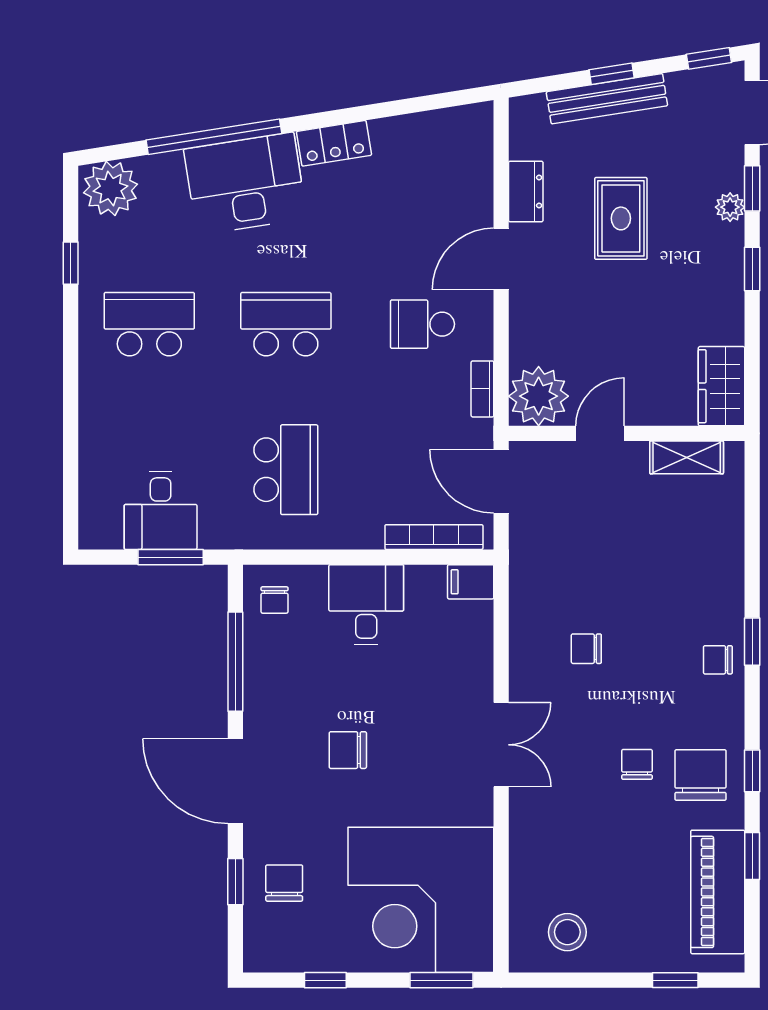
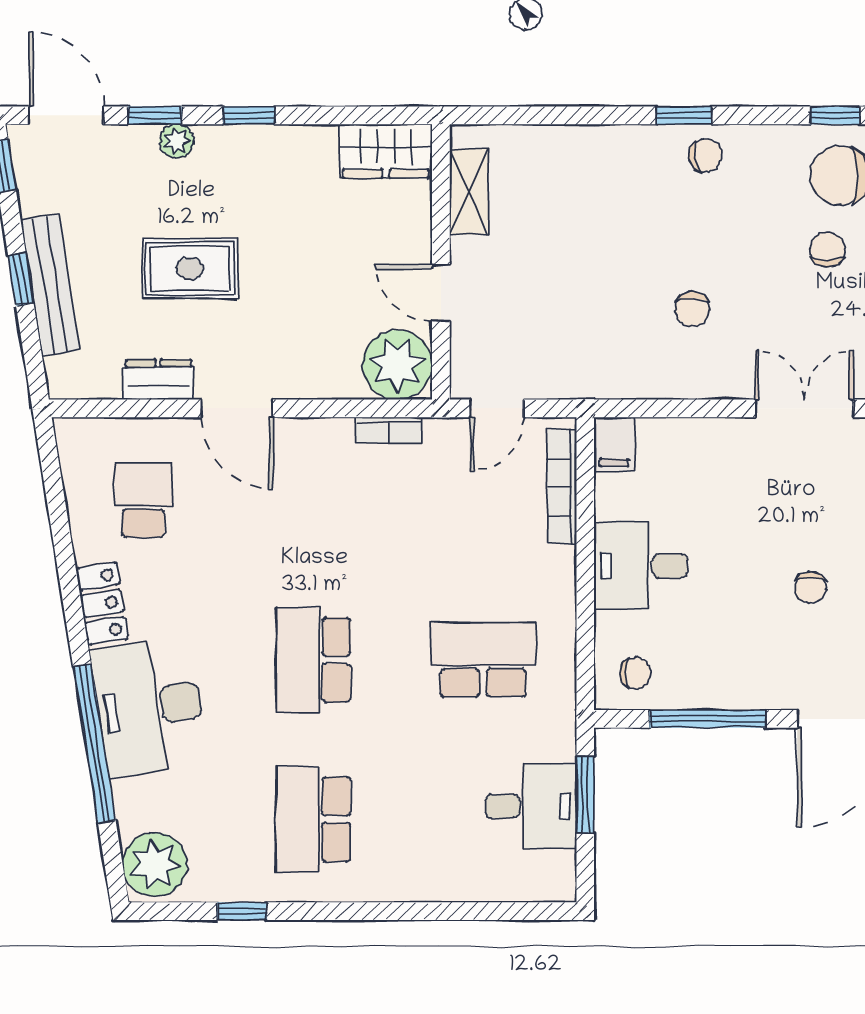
school desk: (422, 324) -> (143, 500), moved, turned 180
door: (501, 481) -> (497, 408), width x0.73
chair: (718, 660) -> (705, 155), turned -101
chair: (348, 750) -> (811, 587), width x0.73, depth x0.73
chair: (637, 764) -> (827, 250), turned 90

